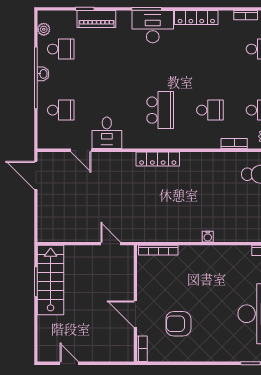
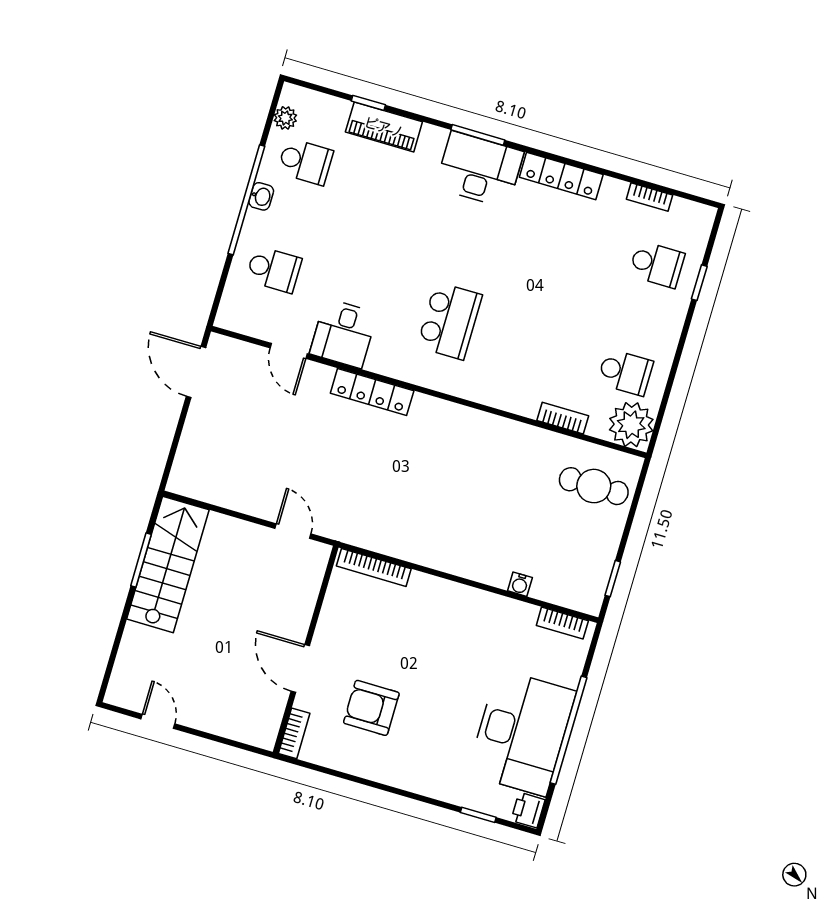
school desk: (210, 110) -> (537, 347), removed
locker: (158, 159) -> (372, 392), moved
water cooler: (208, 237) -> (520, 584), moved

